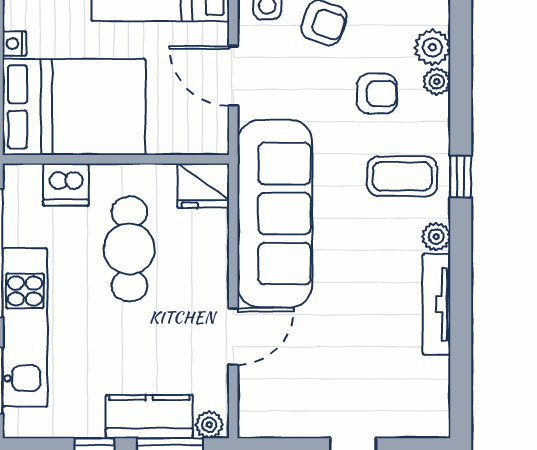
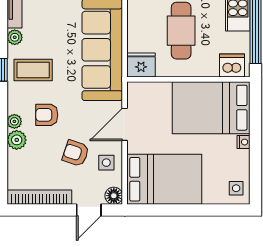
door: (233, 76) -> (125, 124), swing flipped
dishwasher: (66, 185) -> (232, 65), moved

